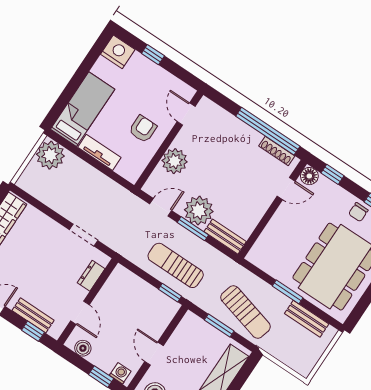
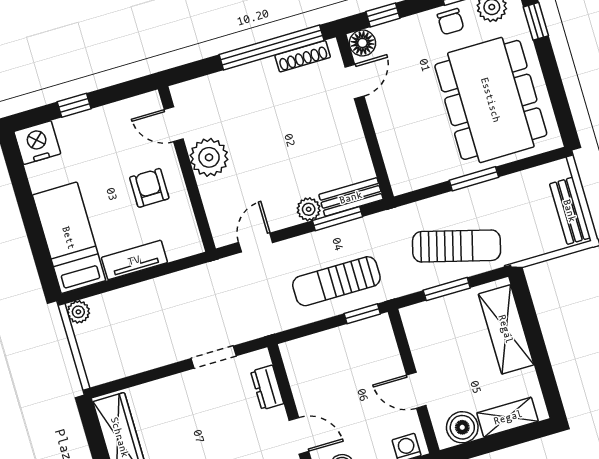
plant: (50, 155) -> (78, 312), width x0.53, depth x0.53
plant: (175, 161) -> (209, 157), moved
plant: (199, 211) -> (309, 209), width x0.53, depth x0.53
window: (193, 229) -> (338, 219), moved
bench: (307, 319) -> (570, 211), moved, turned 90

